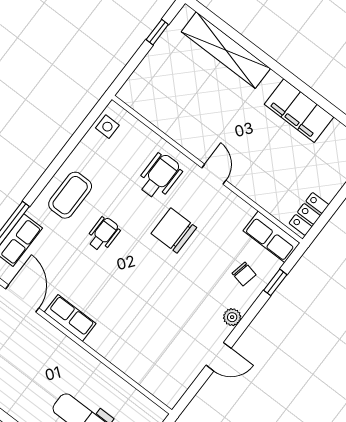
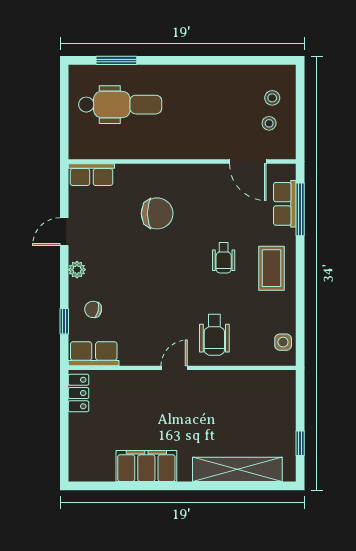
door: (214, 174) -> (174, 368), swing flipped
chair: (174, 231) -> (157, 213), moved
row of seats: (70, 318) -> (91, 175), moved

